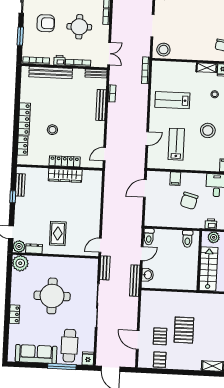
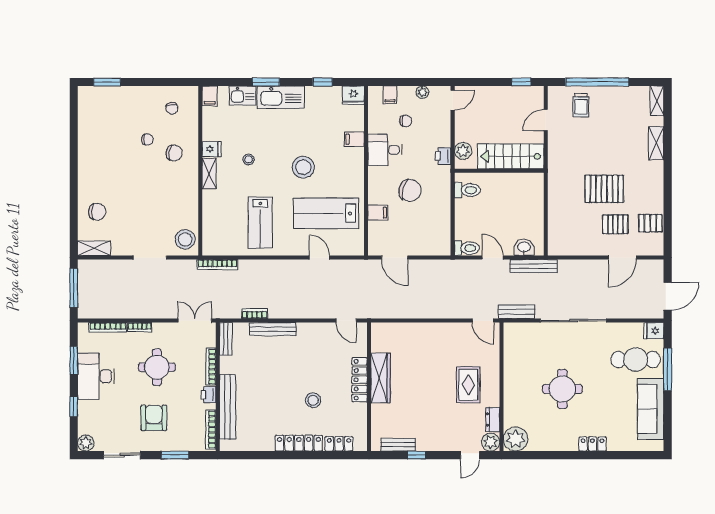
lab bench: (176, 144) -> (326, 213), width x1.36, depth x1.39
rug: (58, 233) -> (468, 385), turned 90
round table: (52, 296) -> (562, 389), width x0.73, depth x0.73

